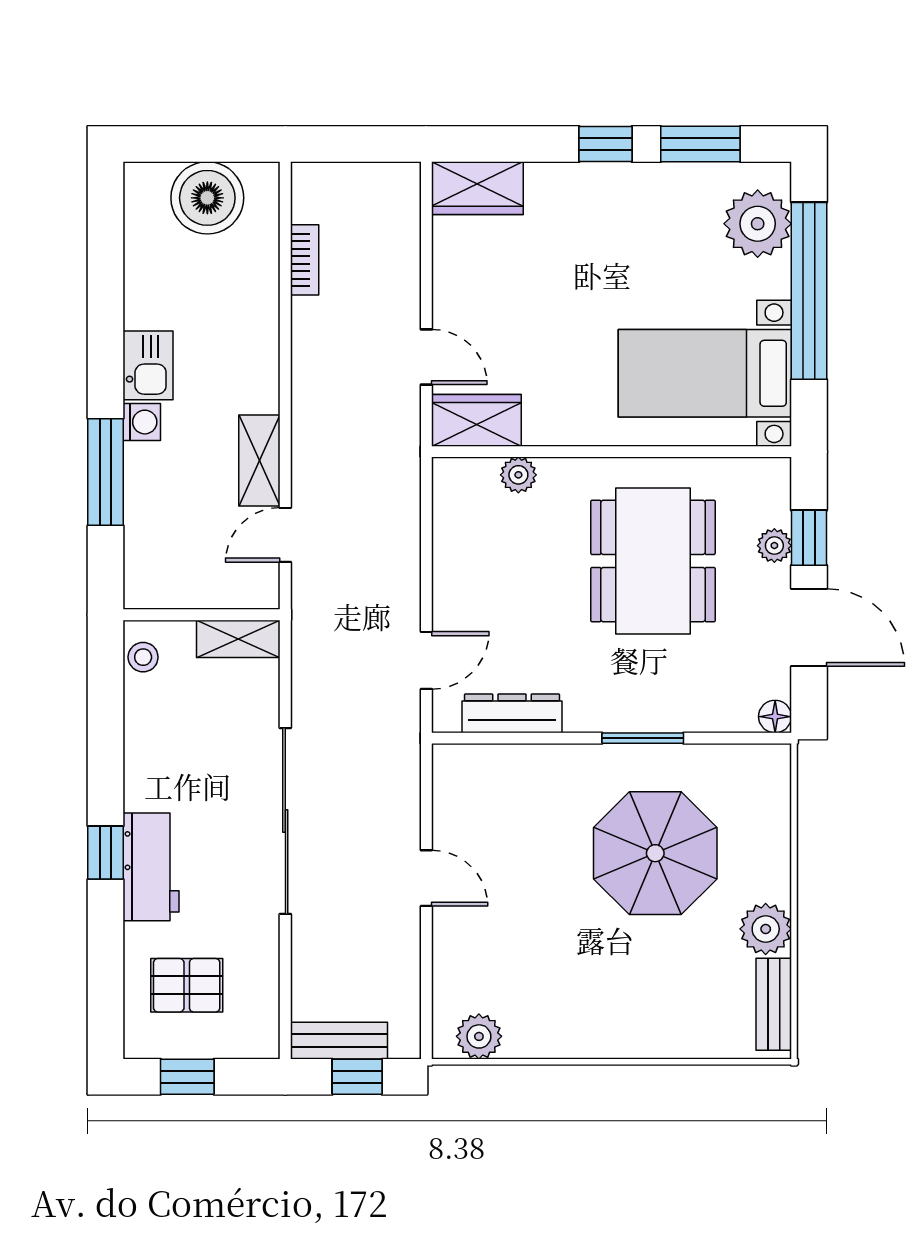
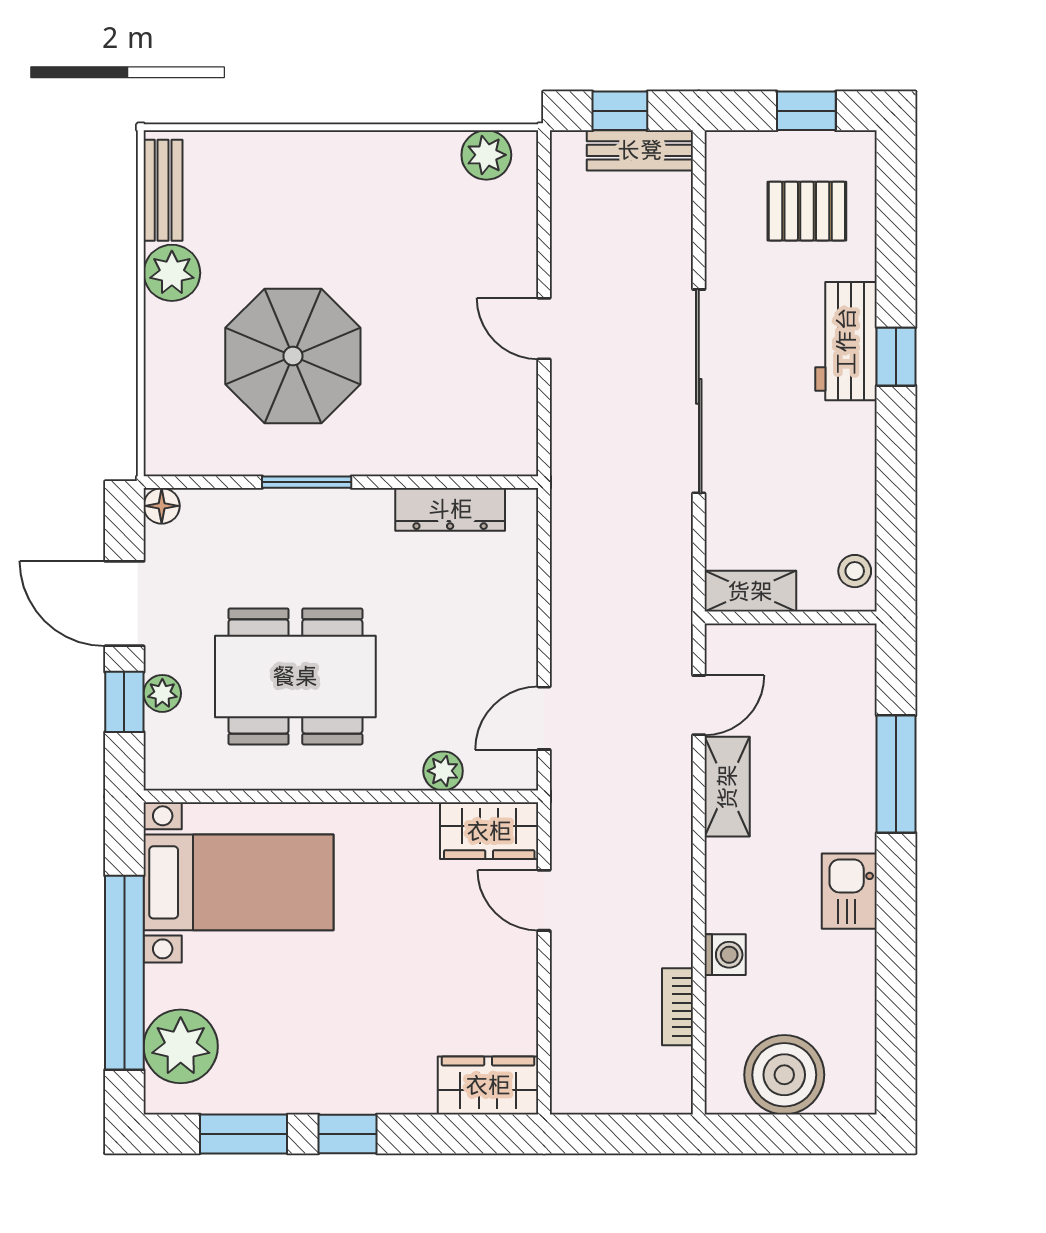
washing machine: (142, 422) -> (725, 955), moved, turned 180
dining table: (653, 561) -> (295, 676), turned 90
door: (426, 660) -> (544, 718), moved

